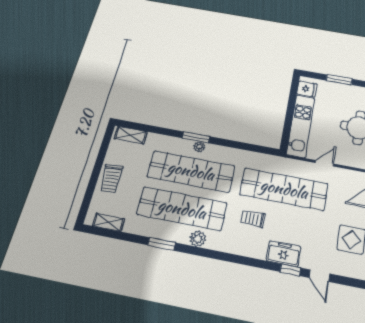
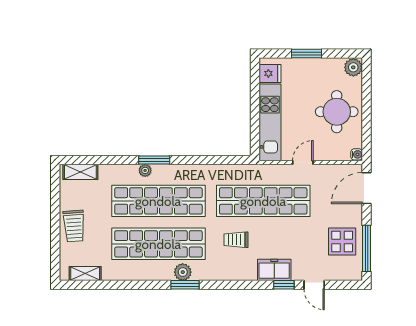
plant: (199, 147) -> (145, 170), moved
window: (162, 244) -> (185, 285), moved

